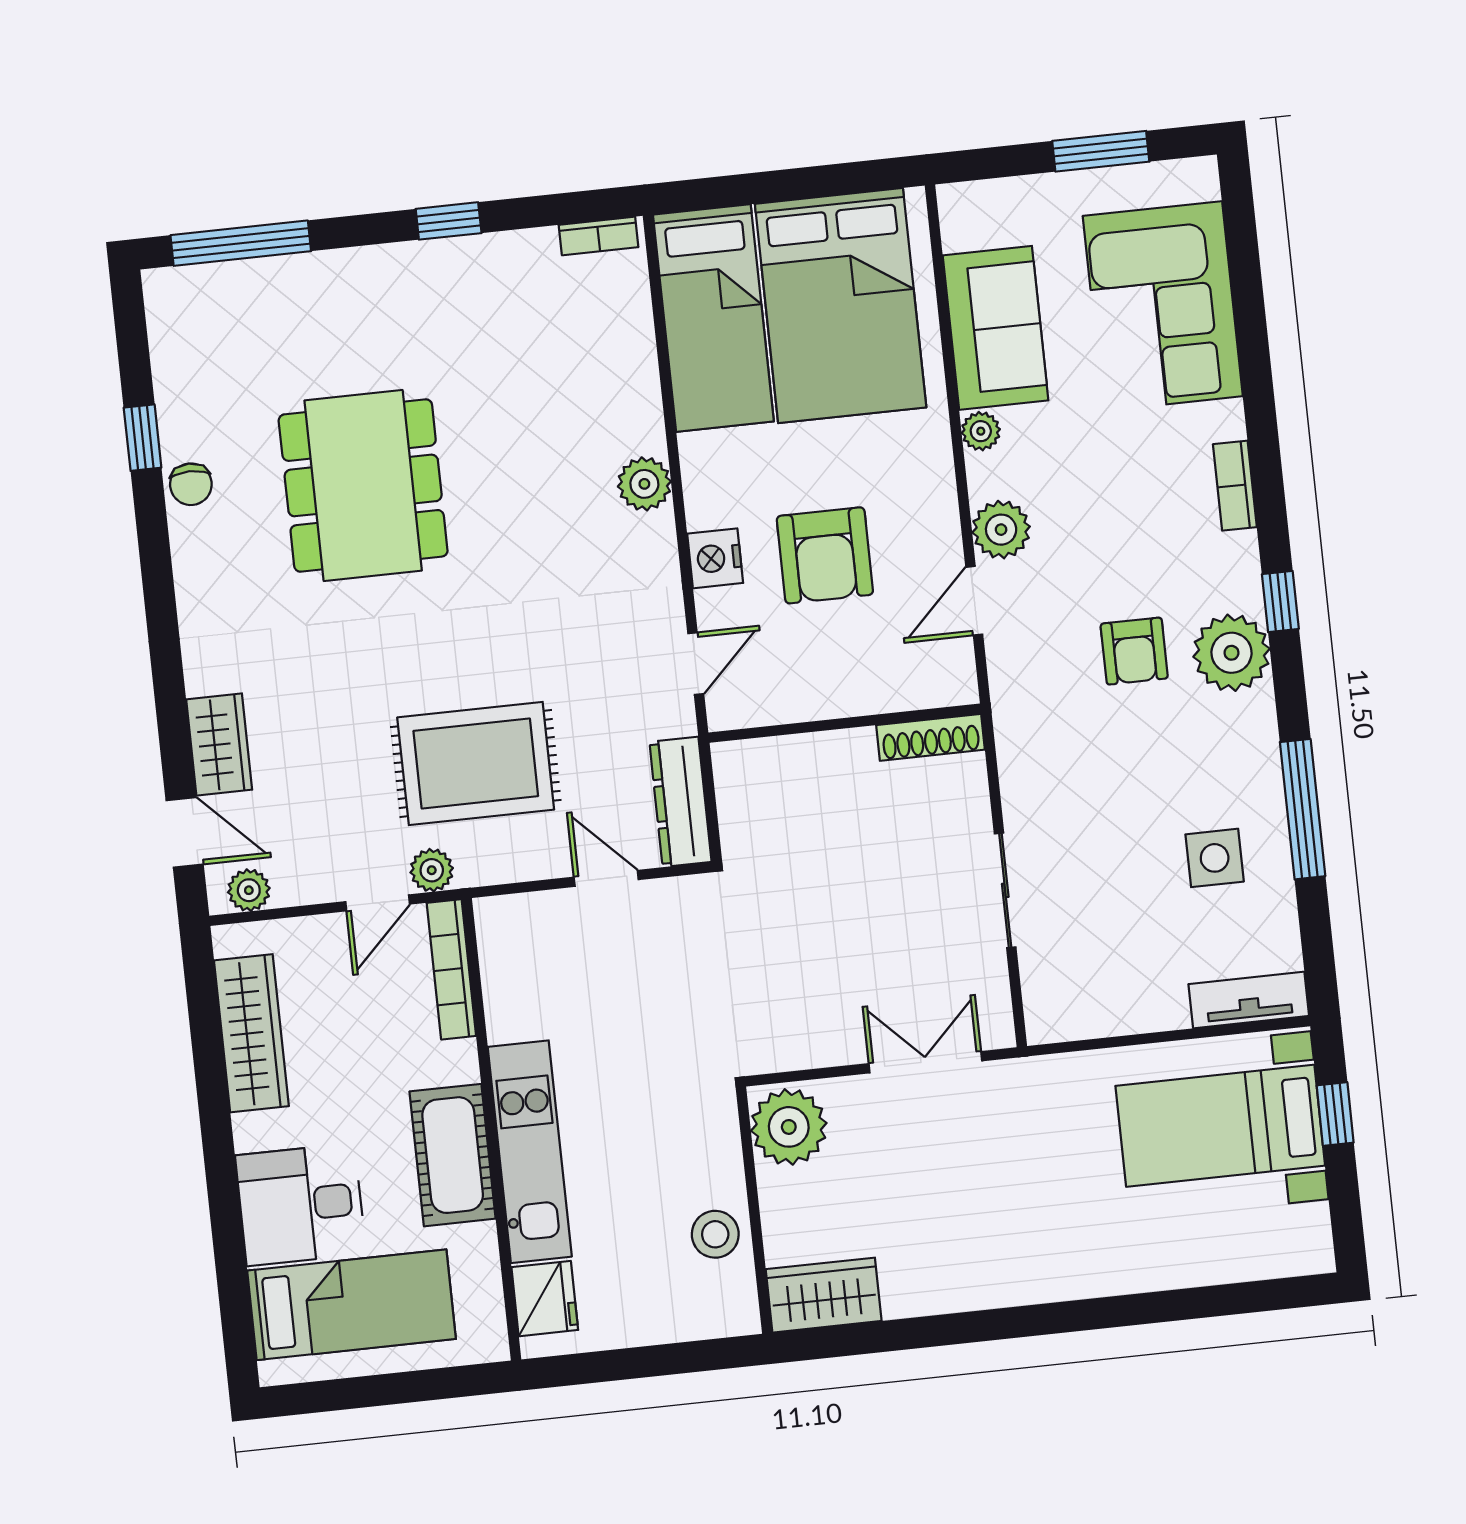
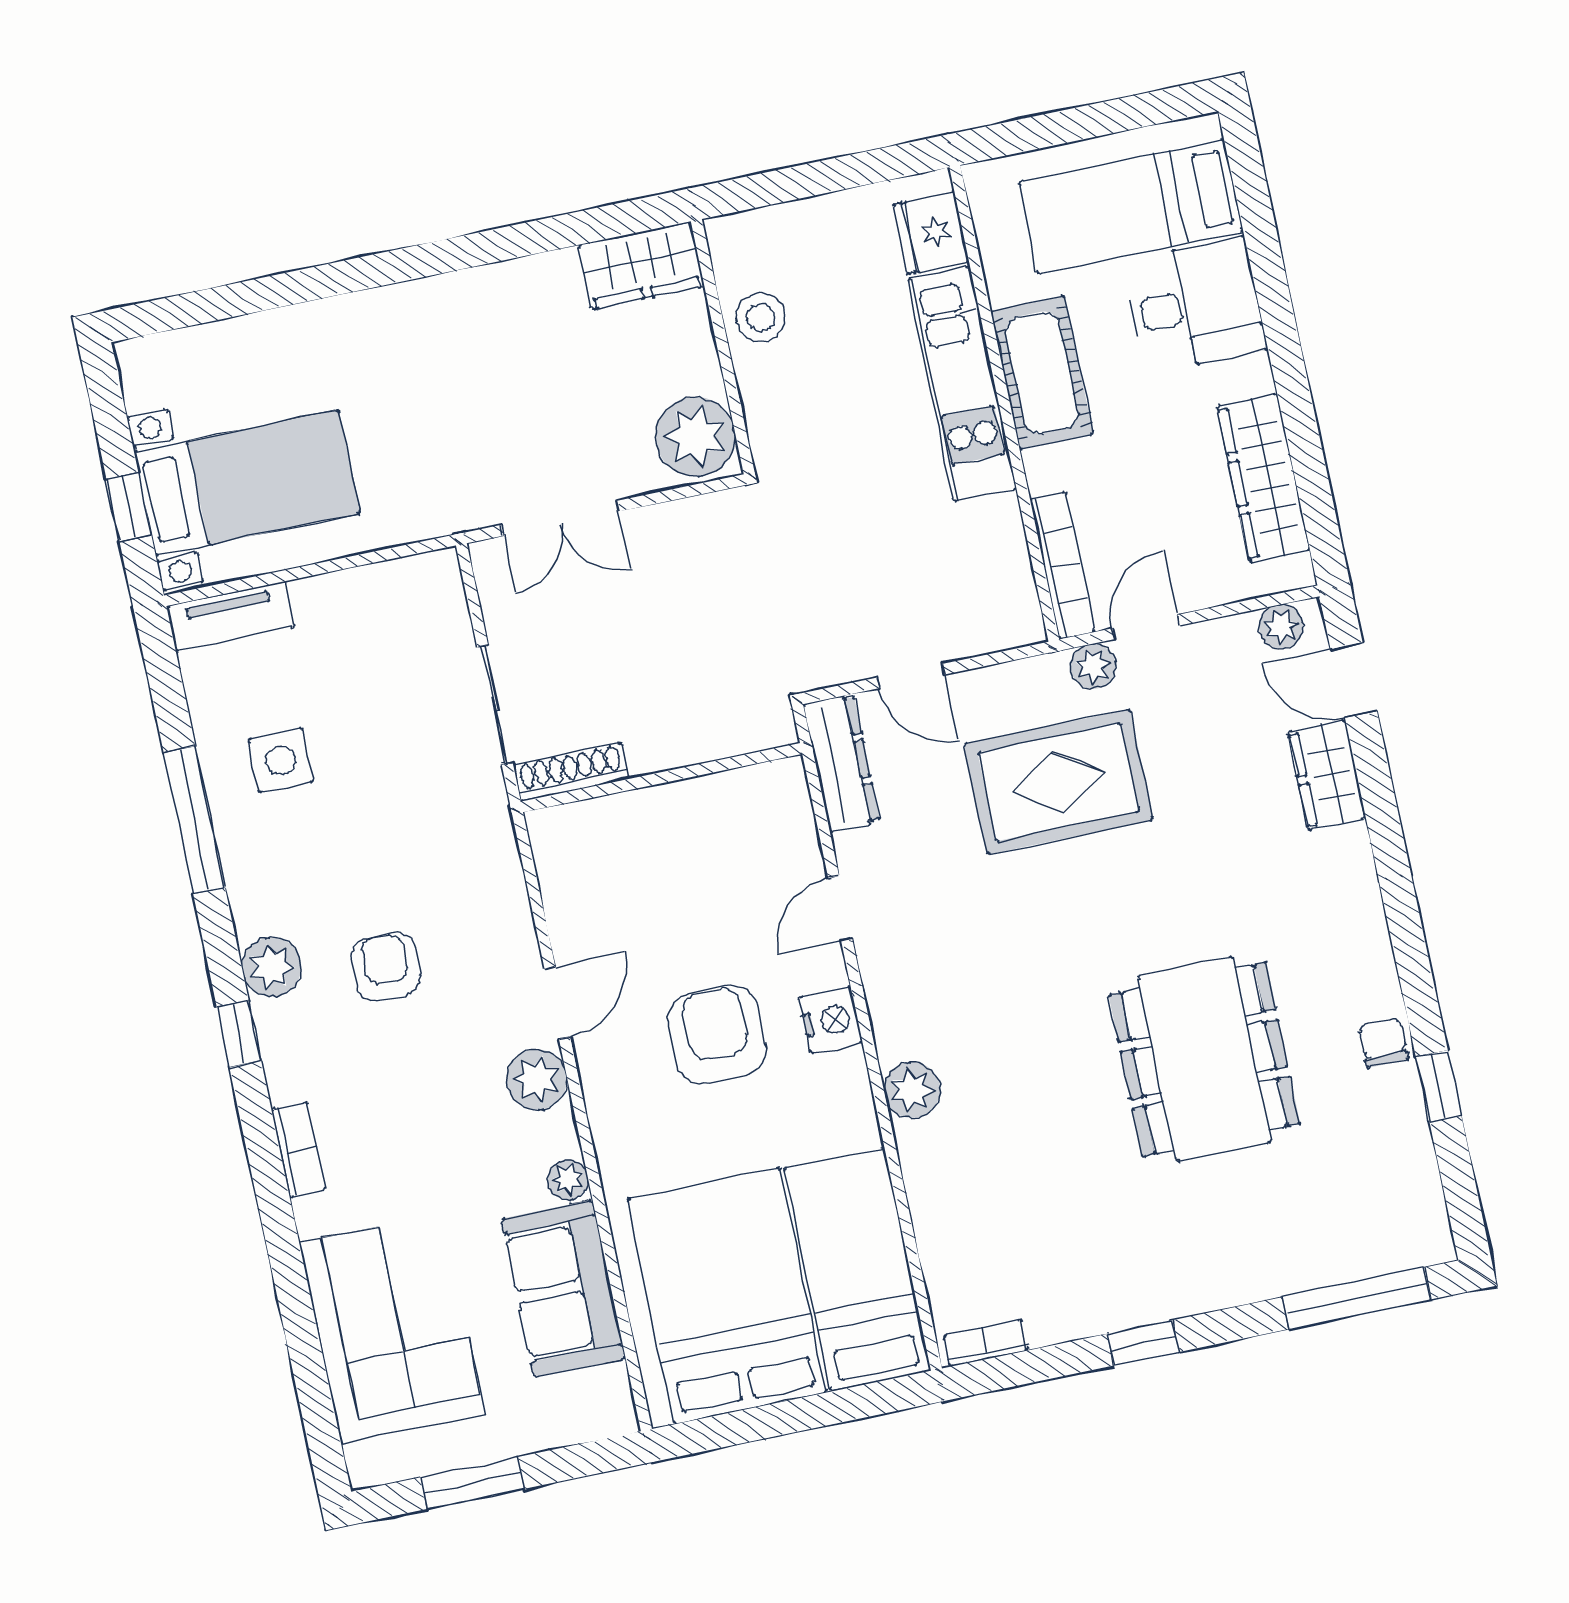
plant: (1231, 653) -> (272, 967), width x0.73, depth x0.73
wall: (845, 723) -> (661, 778), moved
shoe rack: (931, 737) -> (571, 772), moved

